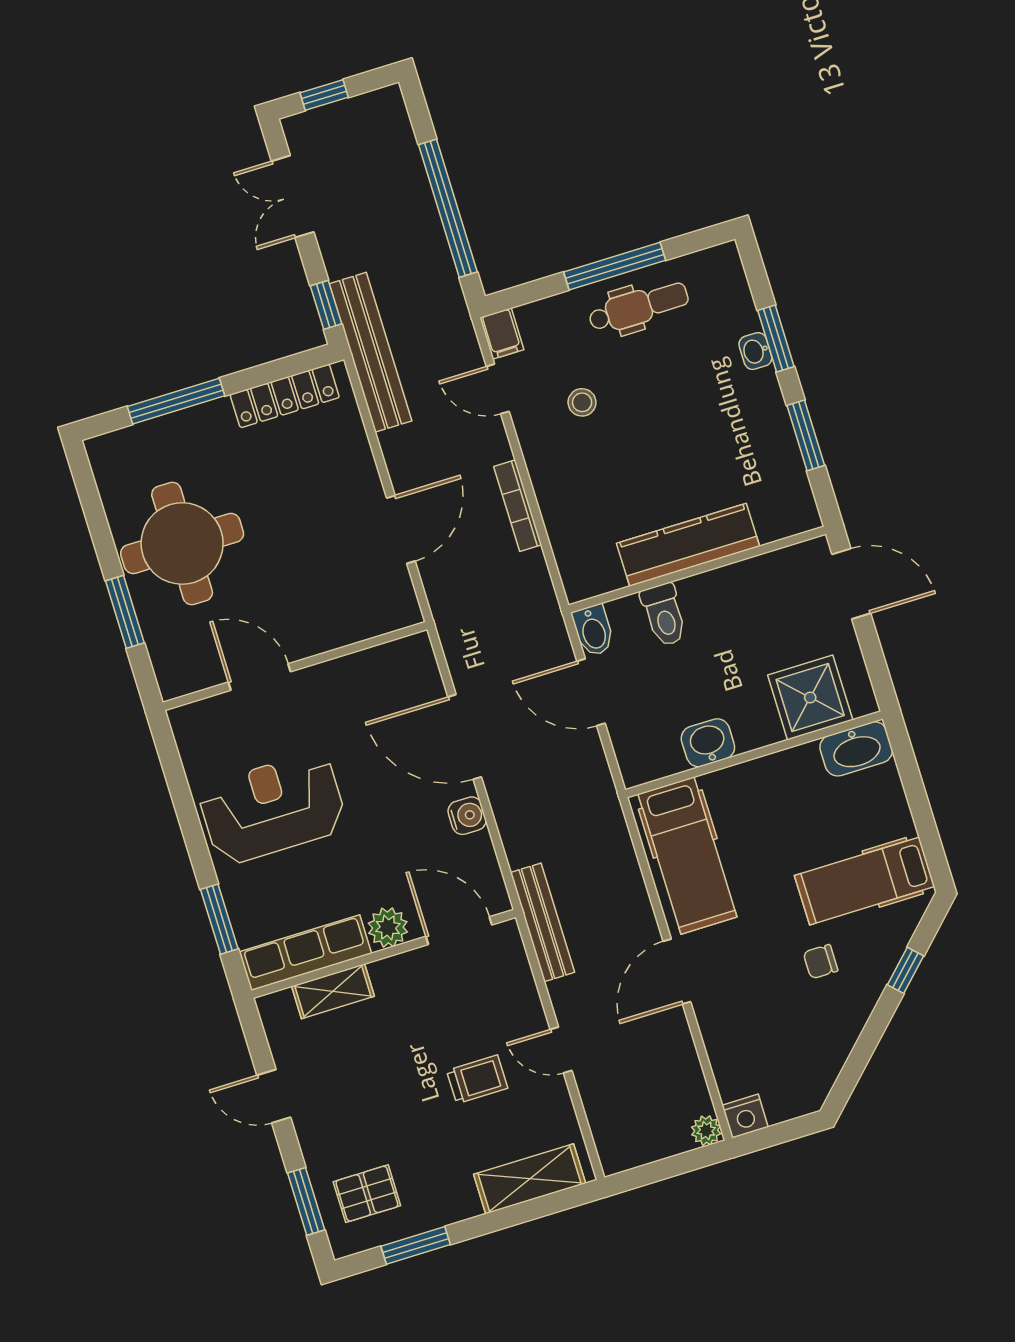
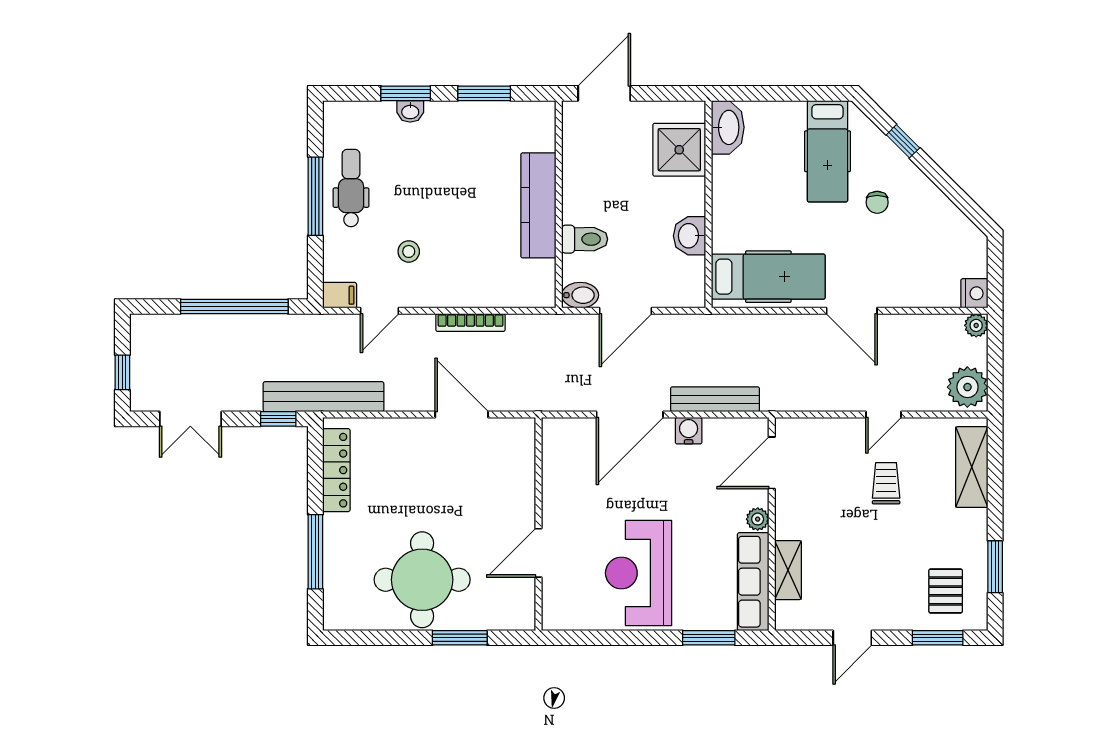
bench: (542, 922) -> (715, 399), moved
plant: (388, 928) -> (758, 519), width x0.73, depth x0.73
plant: (627, 1143) -> (967, 387), added

